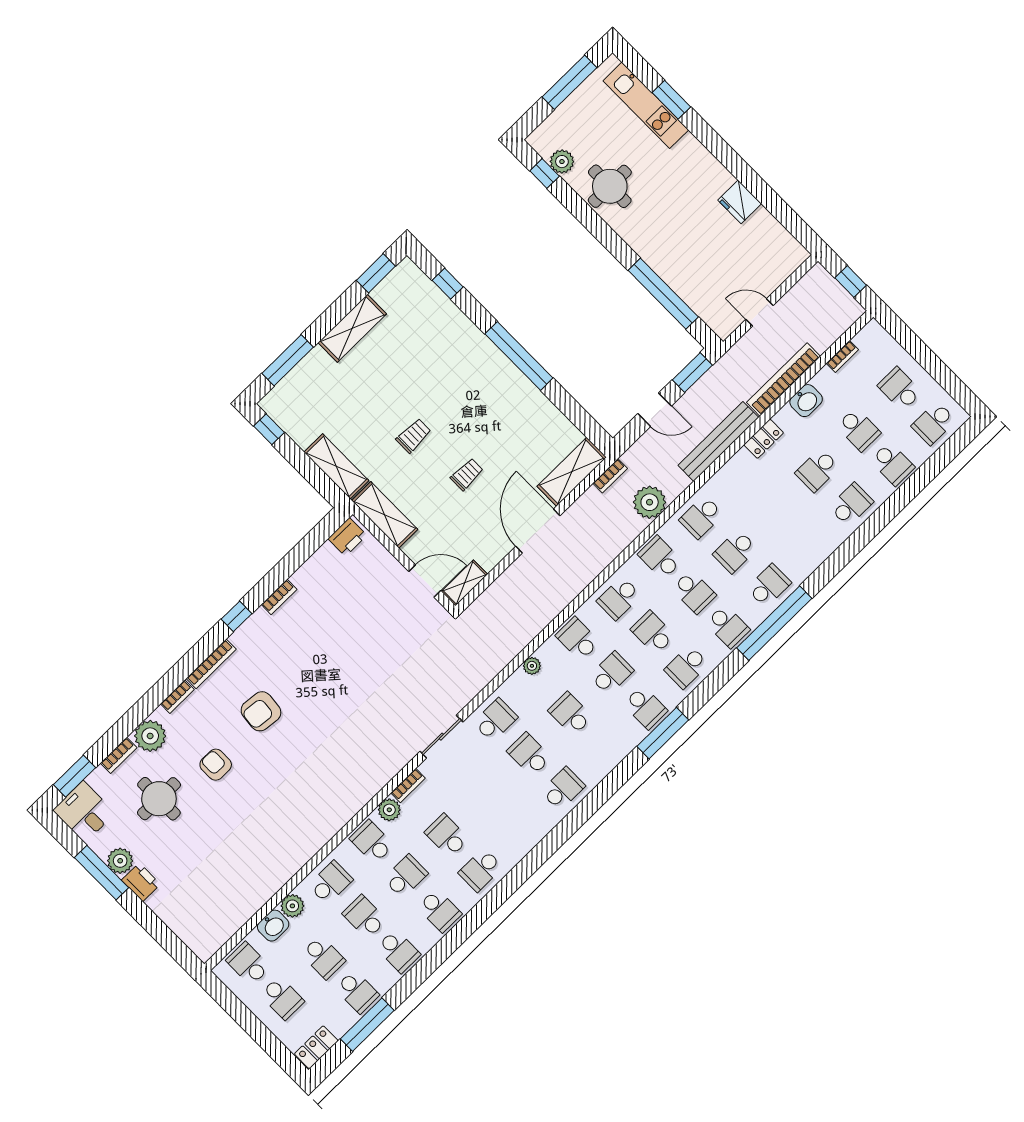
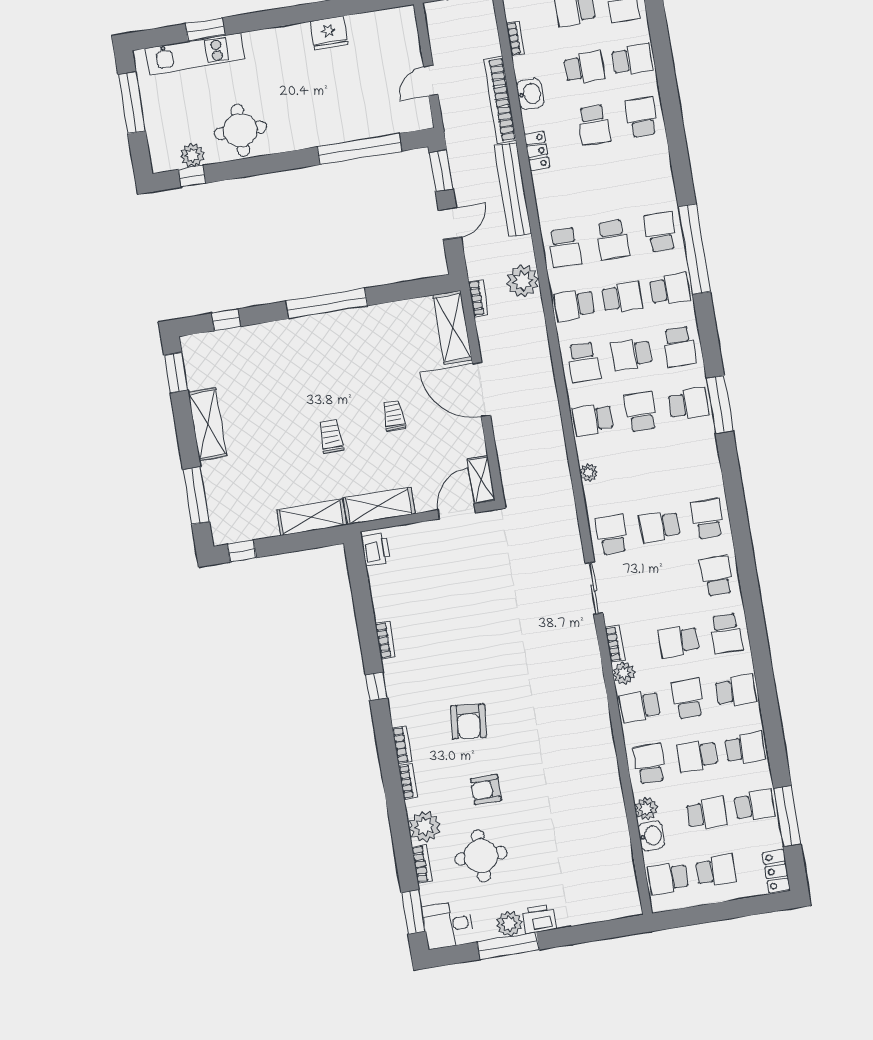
bookcase: (211, 664) -> (402, 745), width x0.64
school desk: (570, 714) -> (717, 576), moved, turned 90

